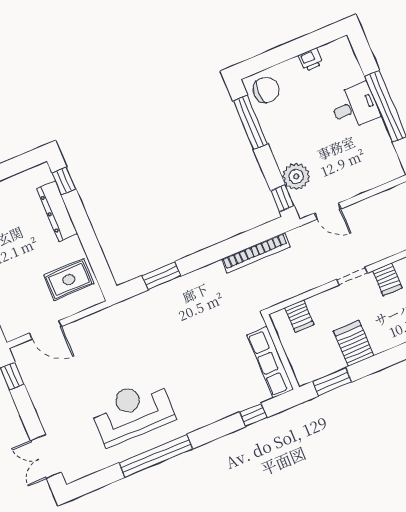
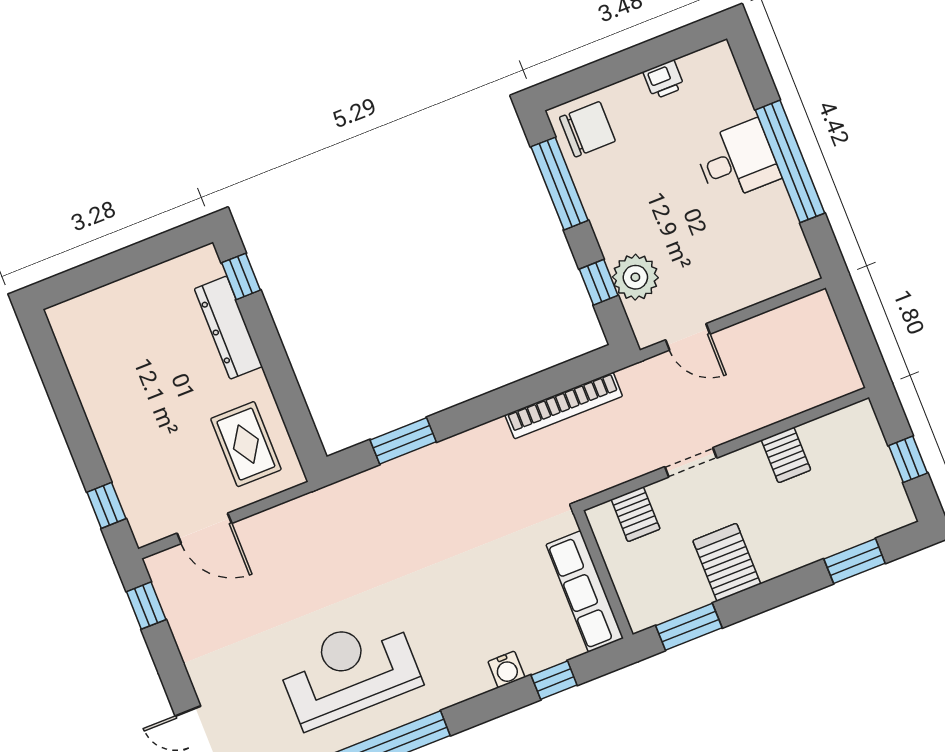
window: (282, 198) -> (599, 282), moved
doorway: (352, 276) -> (691, 462), moved
rug: (69, 280) -> (246, 444), turned 90
water cooler: (225, 409) -> (506, 669), added

